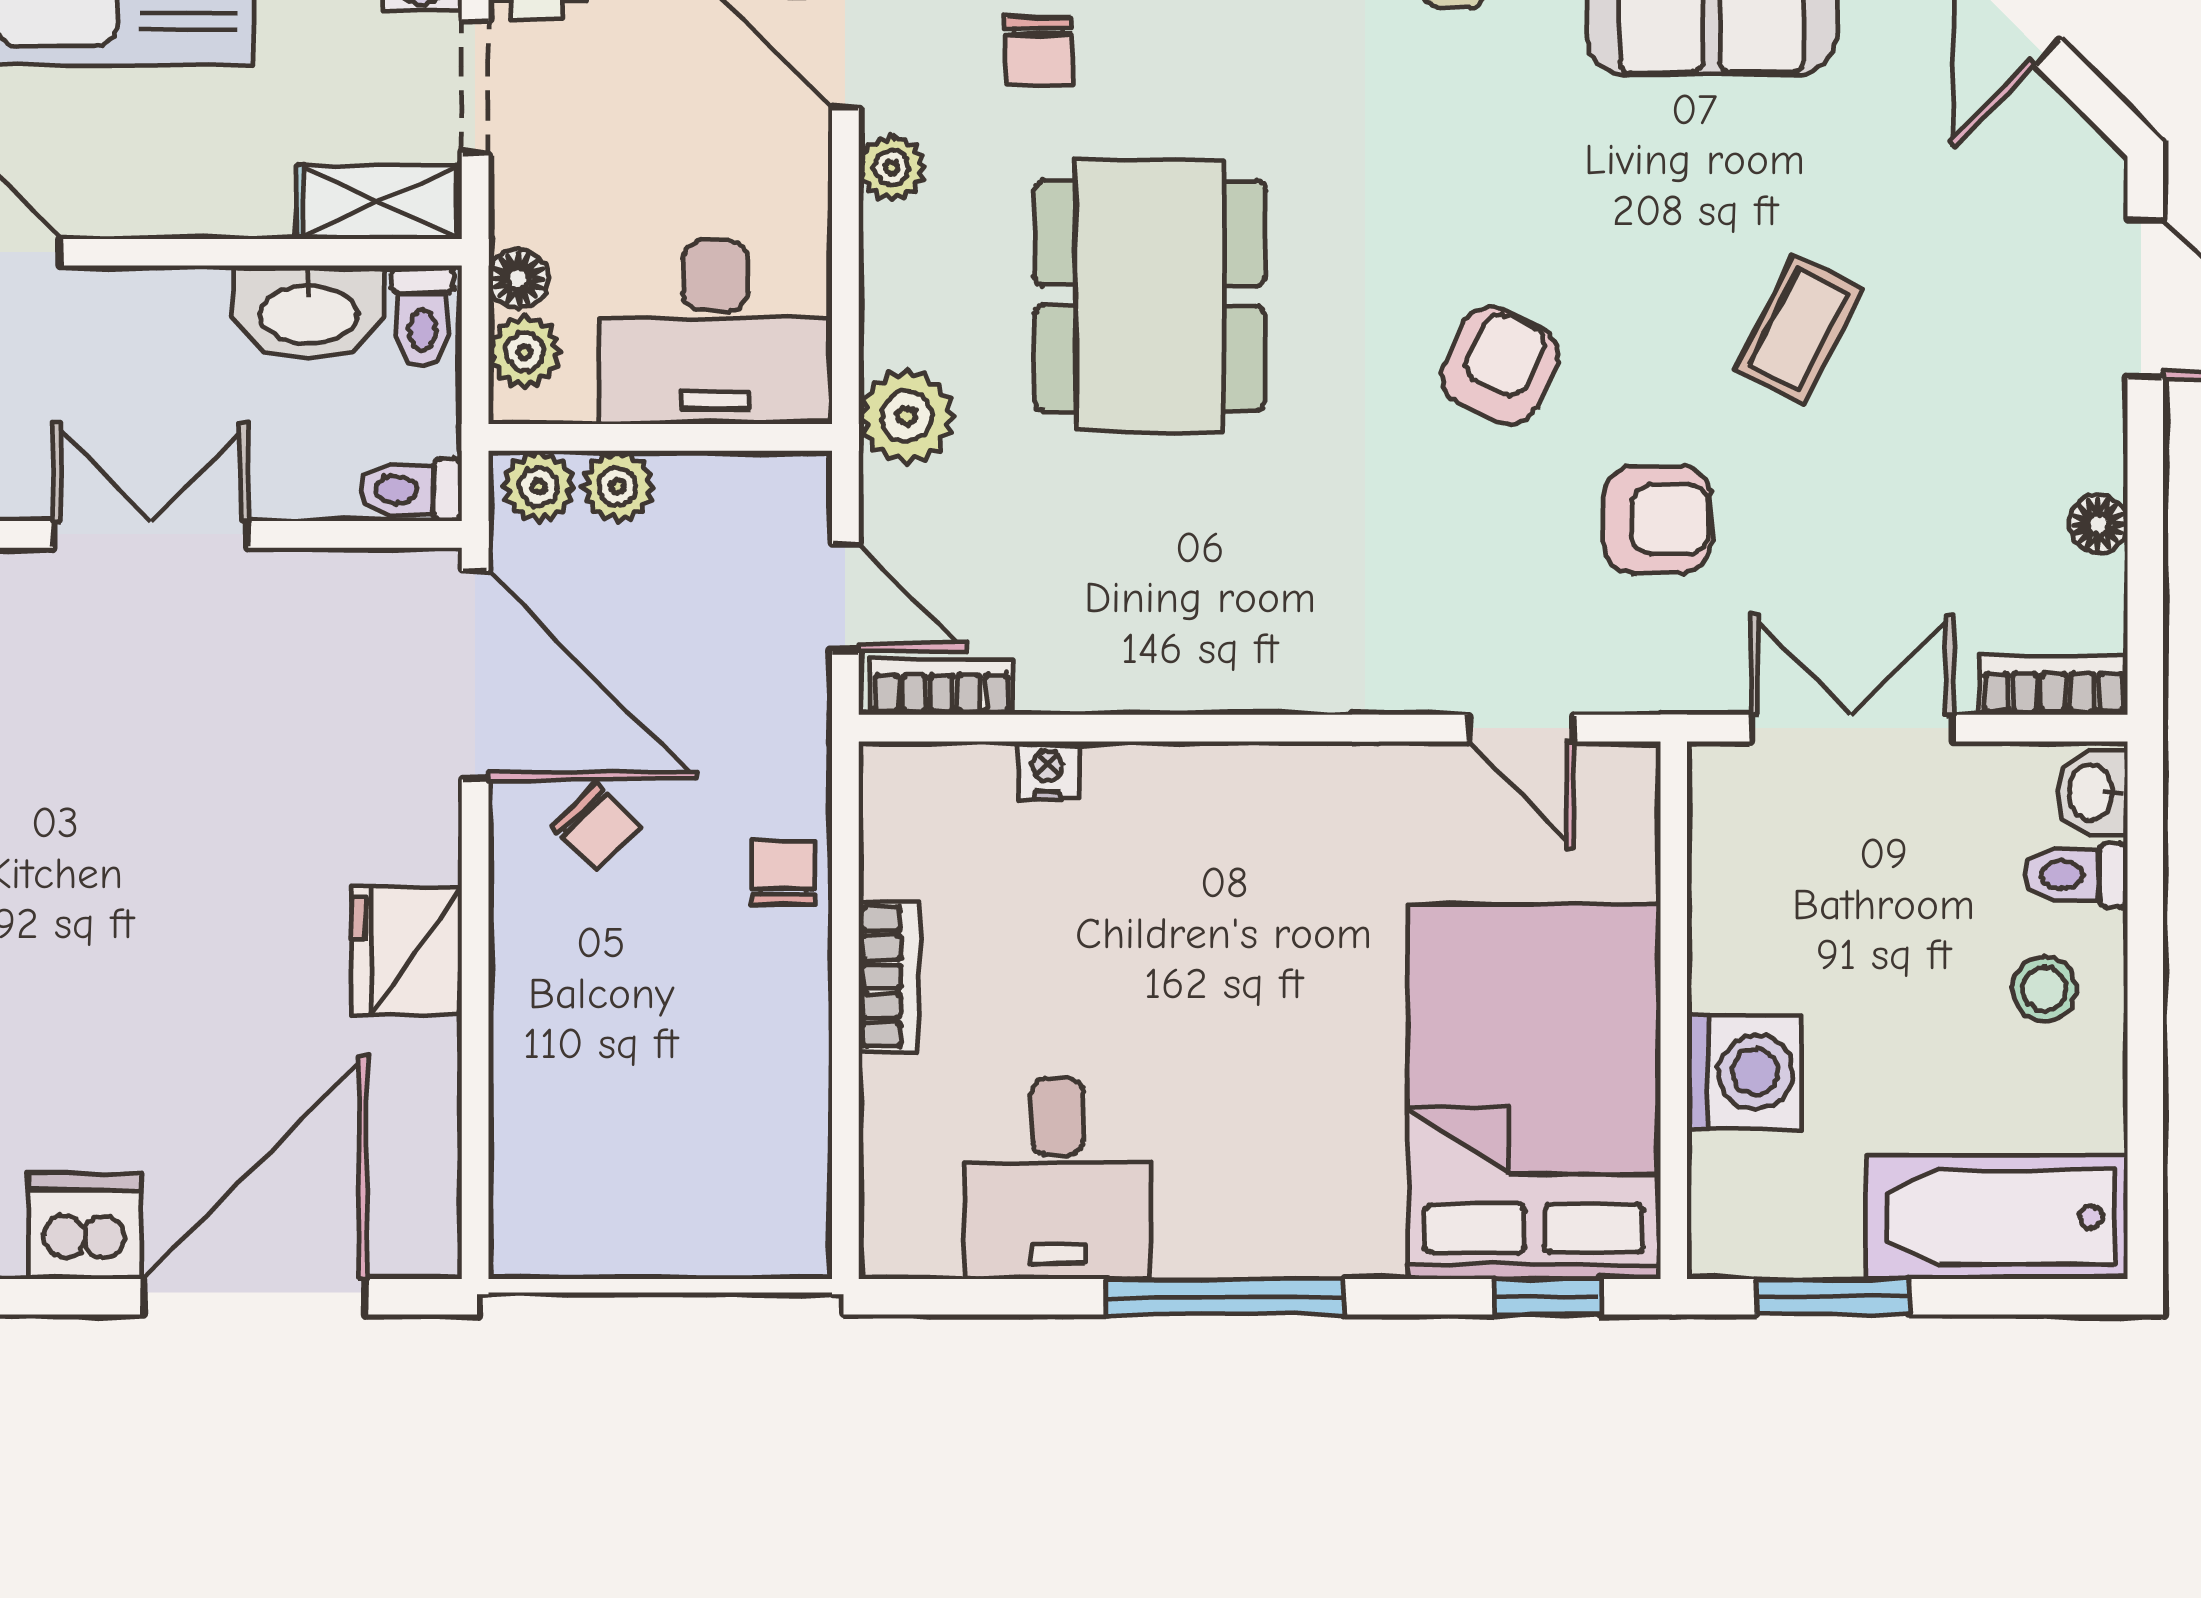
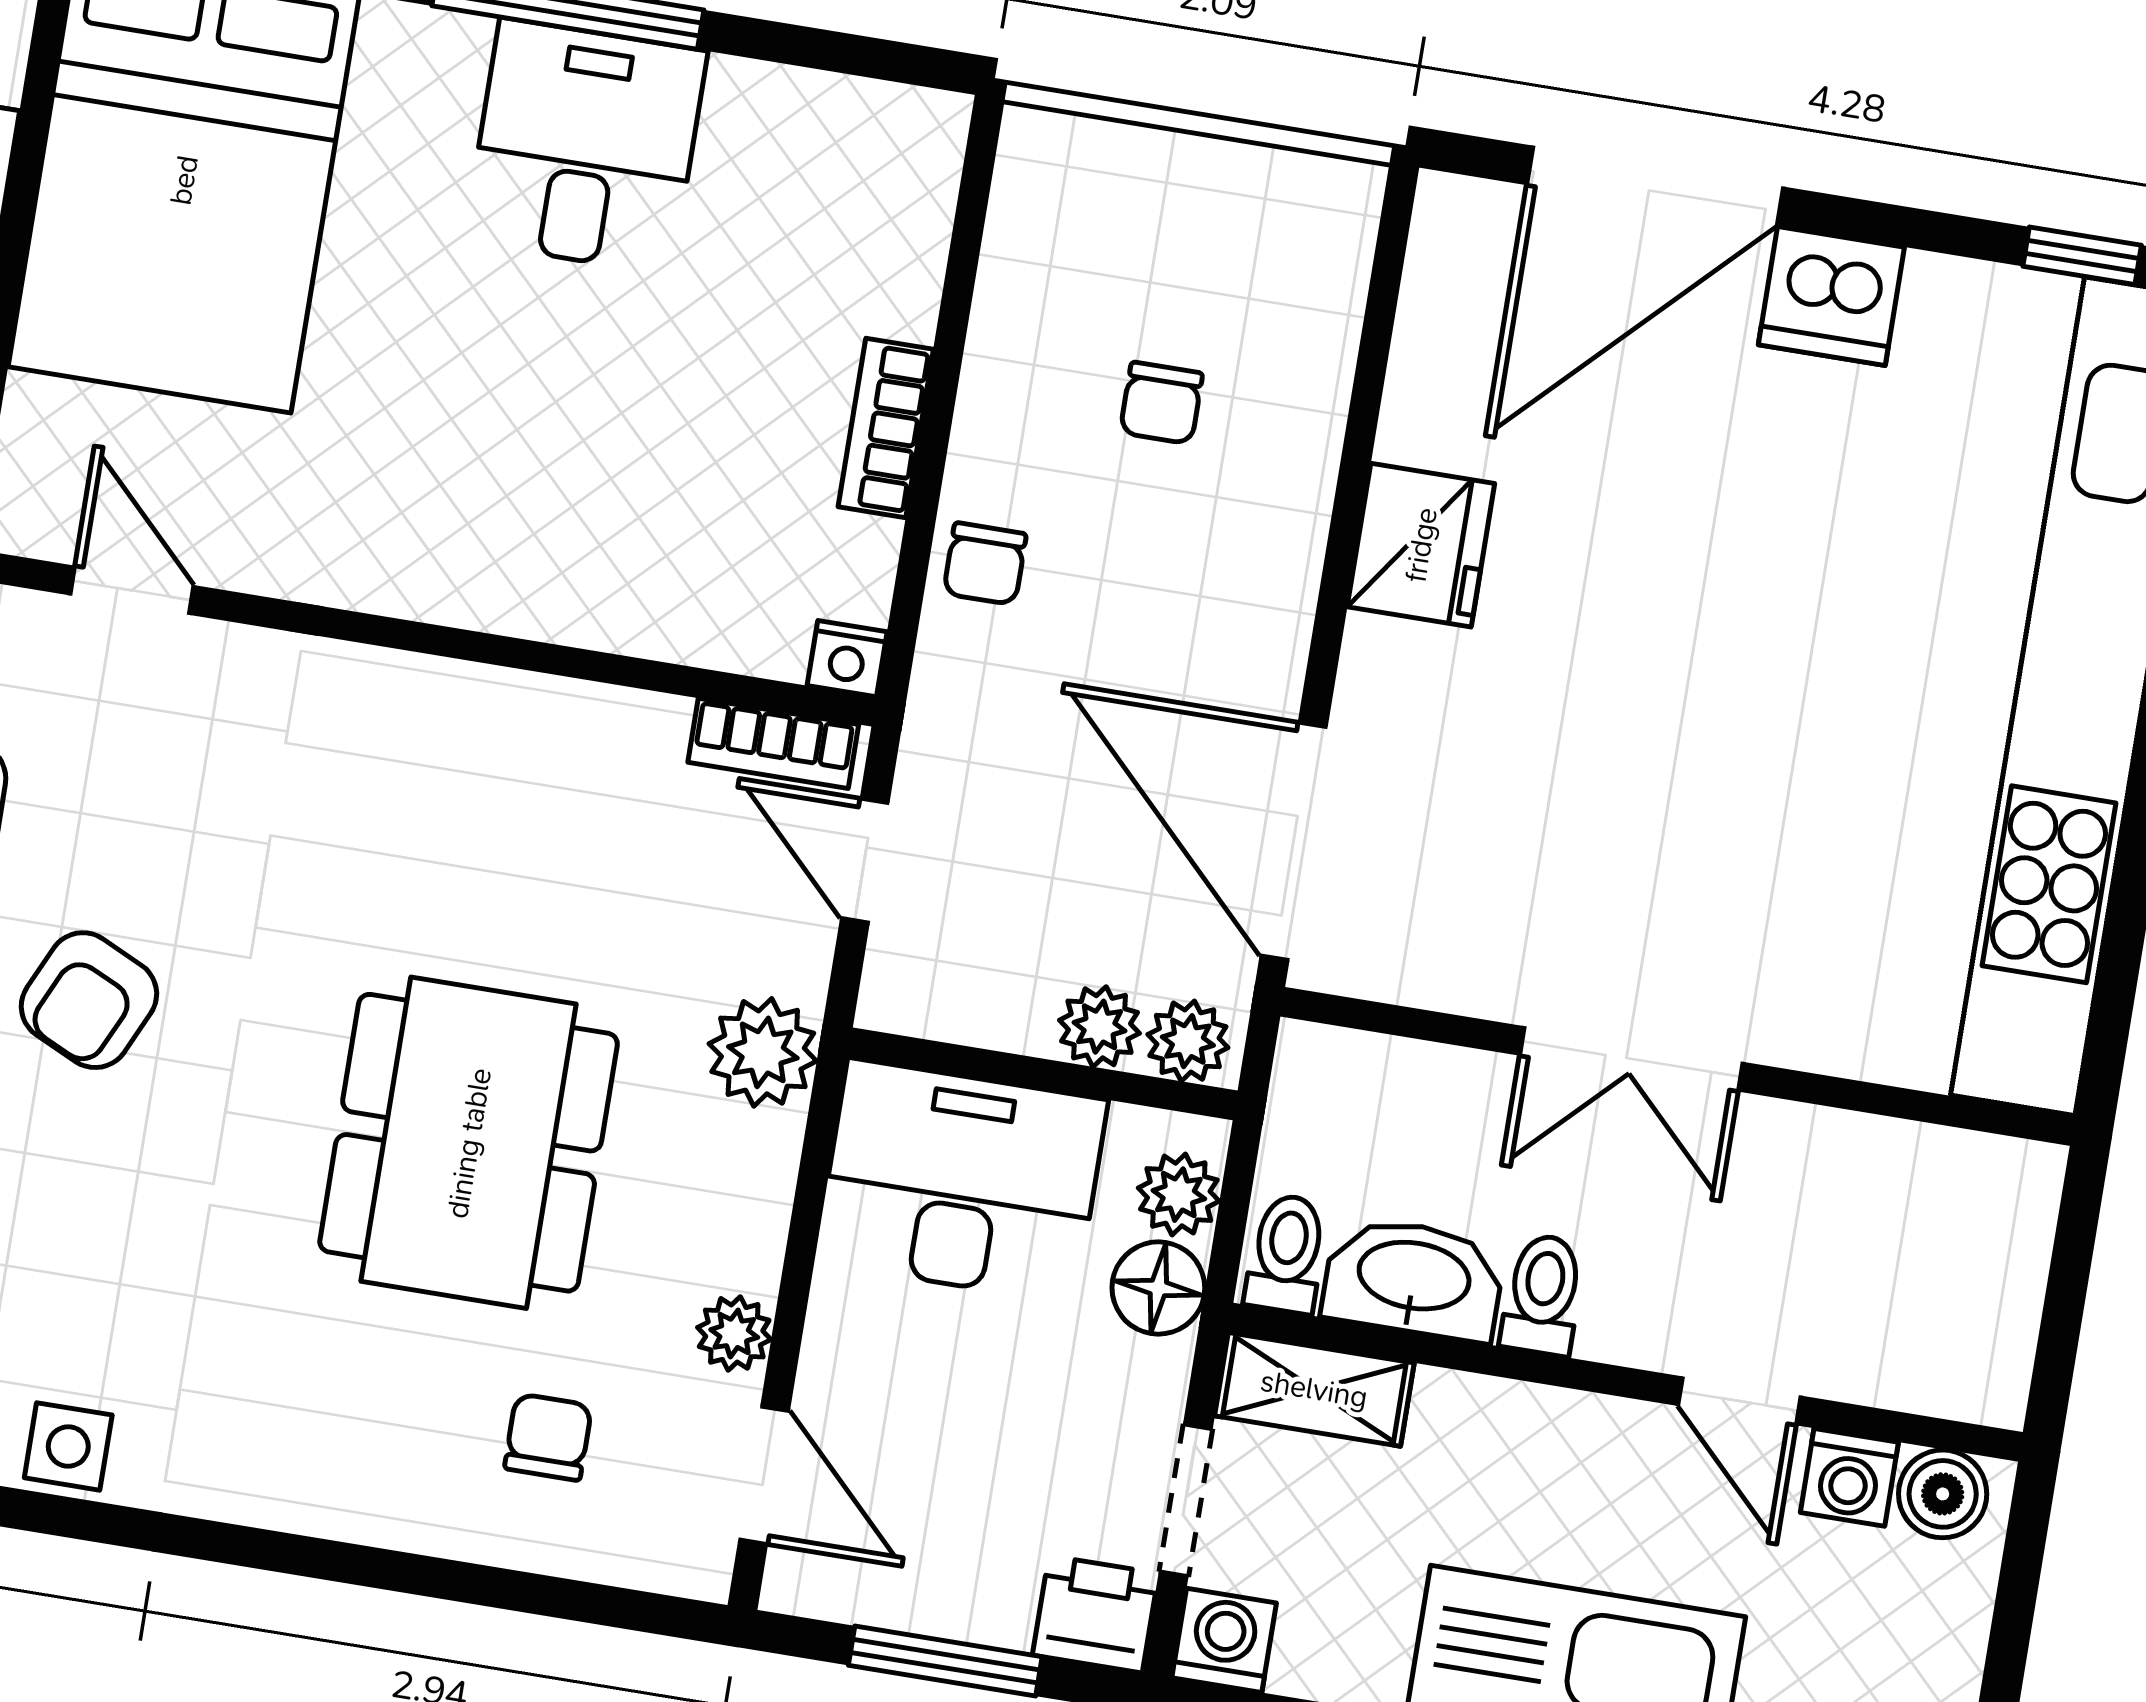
floor lamp: (518, 279) -> (1158, 1288), width x1.37, depth x1.37
toilet: (411, 490) -> (1543, 1295), moved, turned -90
nightstand: (1047, 771) -> (847, 659), moved
chair: (596, 827) -> (1161, 403), moved, turned -136
desk: (1058, 1179) -> (586, 146), moved

